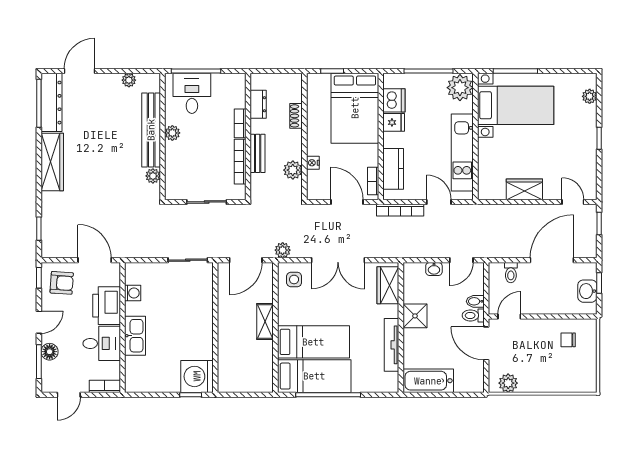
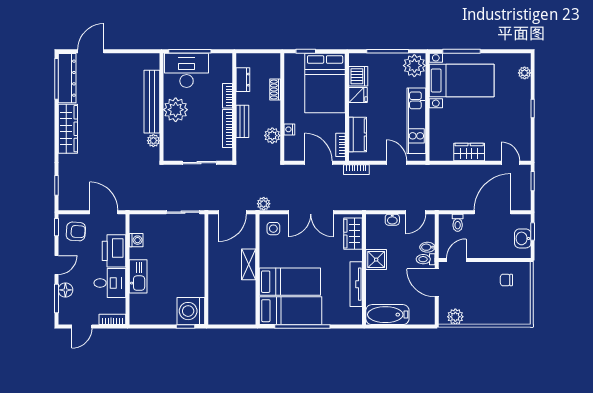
plant: (129, 80) -> (133, 59), removed
desk: (192, 93) -> (187, 70), width x1.37
plant: (172, 133) -> (176, 110), width x1.87, depth x1.87
bookcase: (400, 210) -> (356, 170), width x0.64

